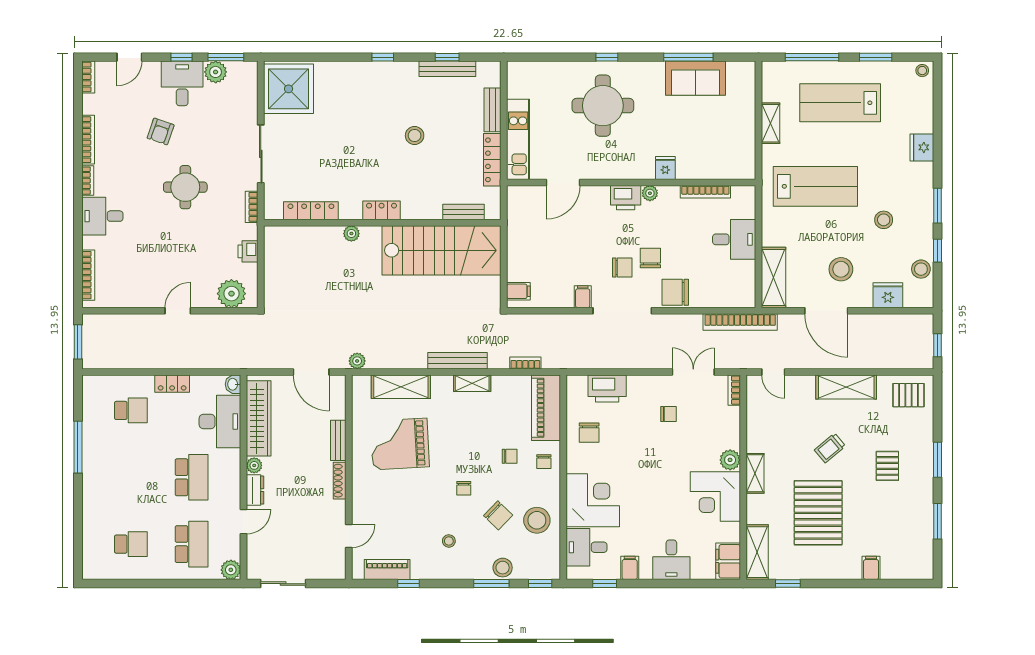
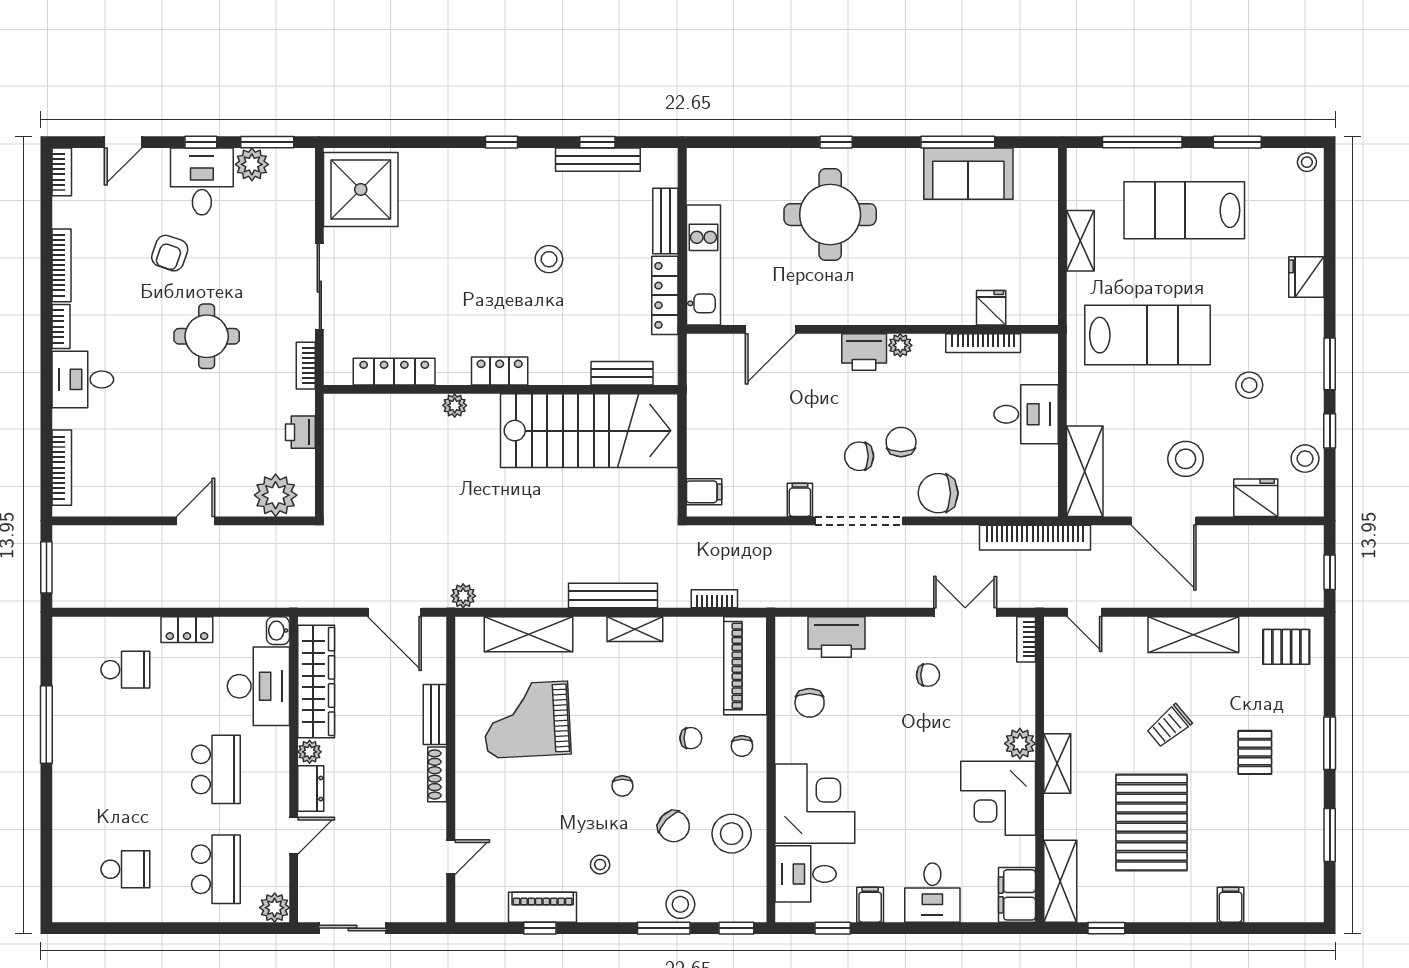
fridge: (665, 168) -> (991, 308), moved
chair: (622, 267) -> (859, 456), turned 180
piano: (387, 570) -> (543, 907), moved

